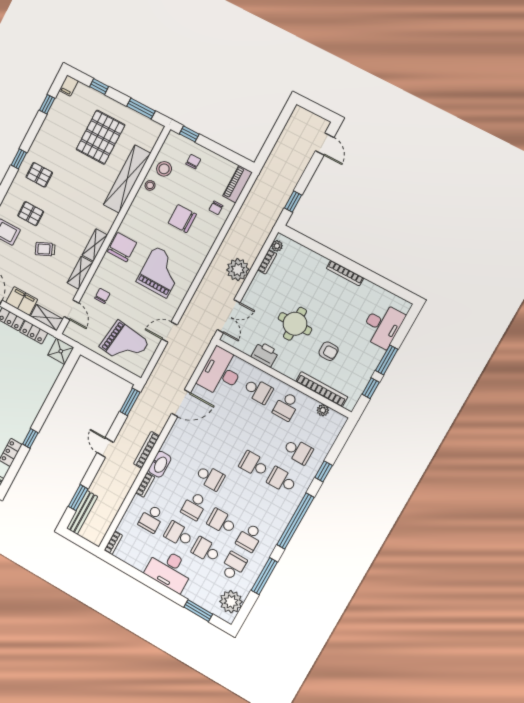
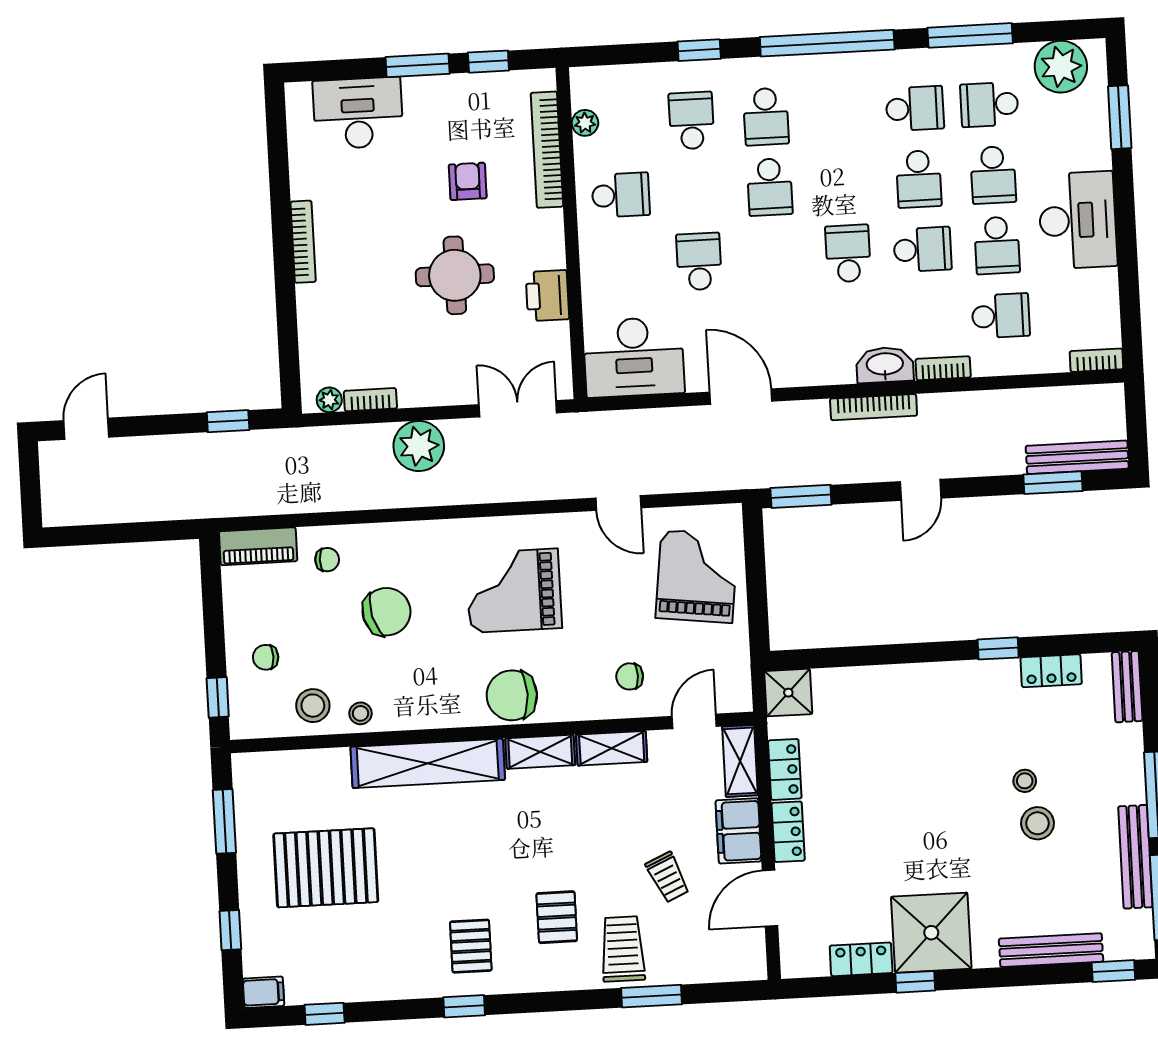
shelving: (127, 179) -> (428, 763), moved
chair: (182, 219) -> (386, 612), turned -105
trolley: (45, 249) -> (668, 877), moved
school desk: (258, 391) -> (699, 262), moved

